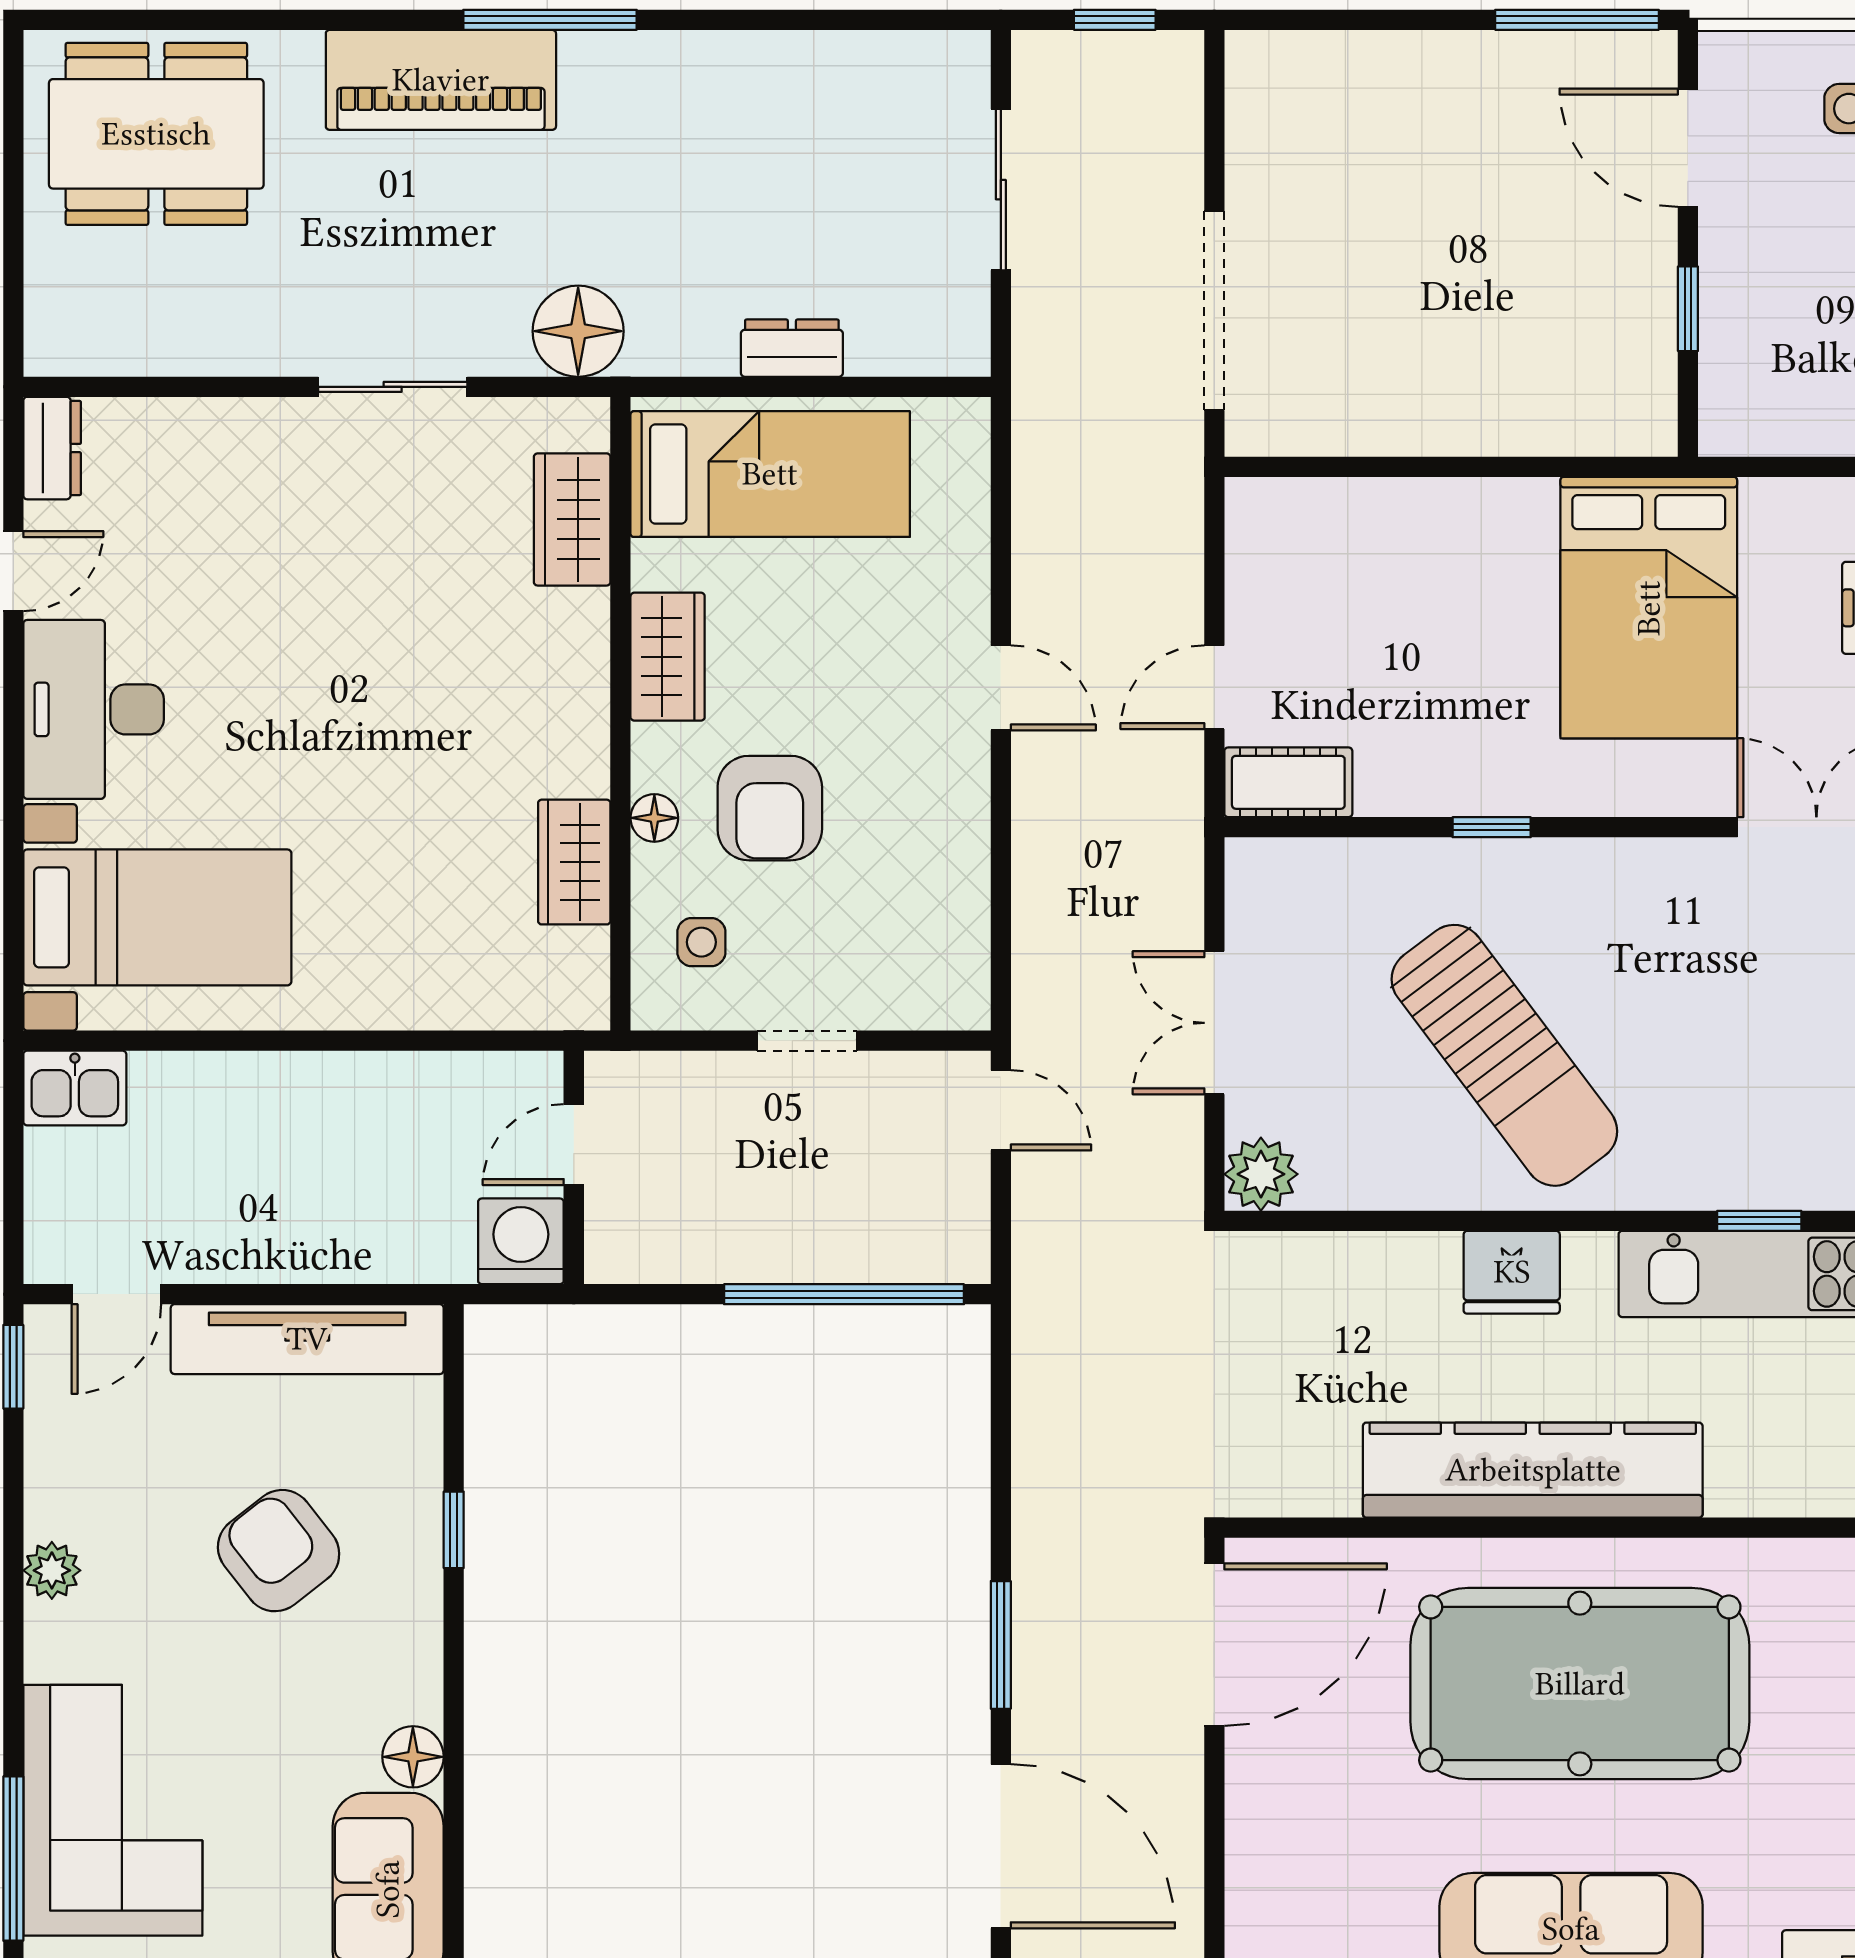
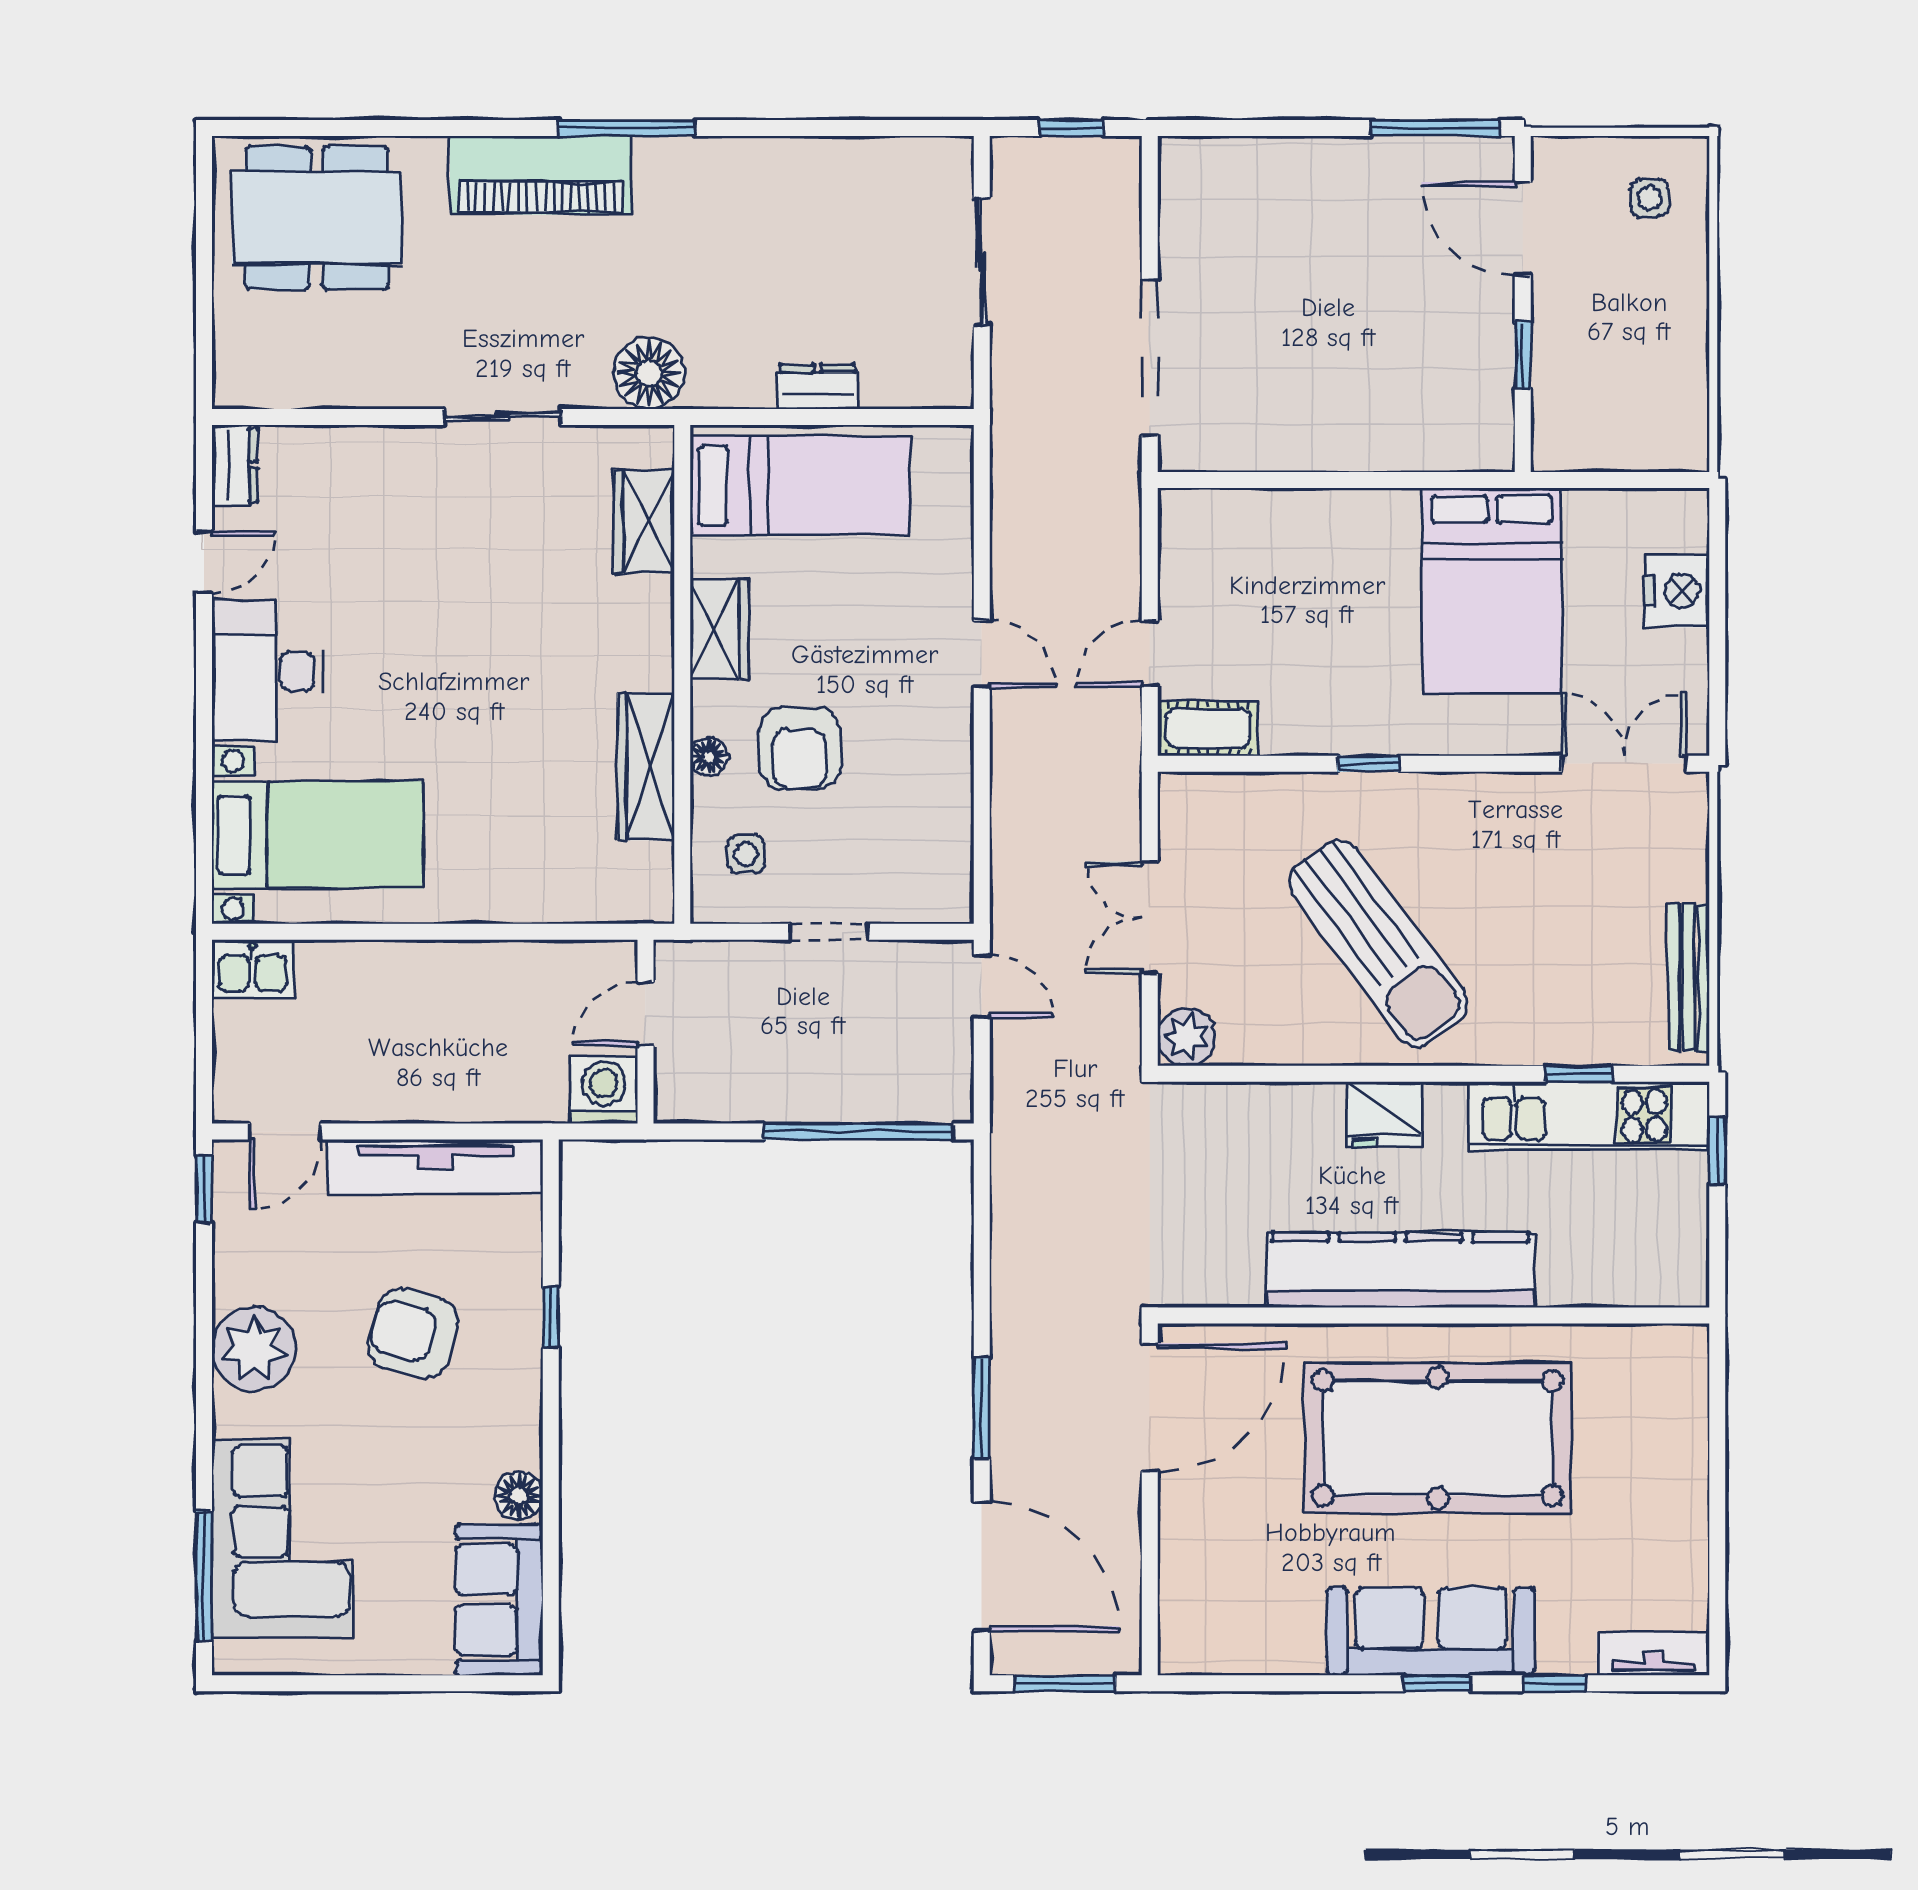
wardrobe: (574, 862) -> (646, 767), width x1.50
armchair: (279, 1551) -> (413, 1333), turned -37
plant: (52, 1570) -> (254, 1349), width x1.87, depth x1.87

